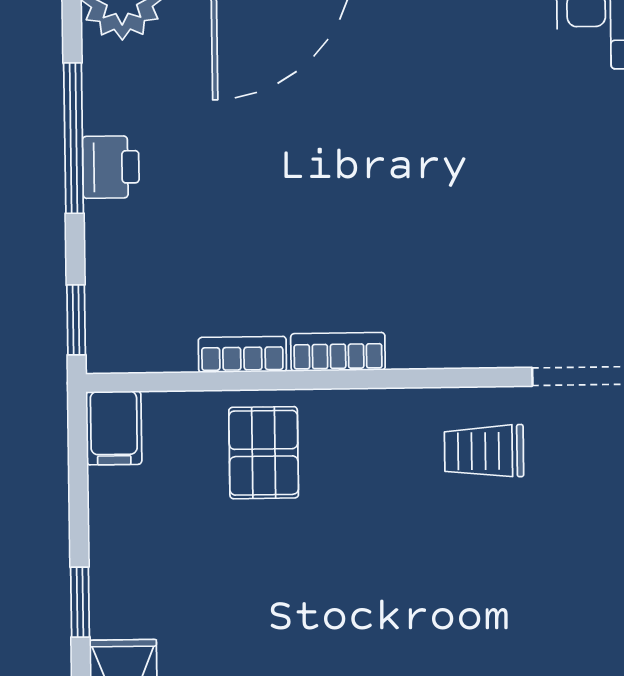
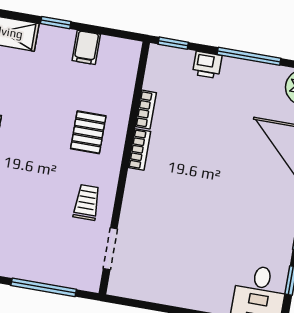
printer: (111, 167) -> (207, 65), moved
filing cabinet: (114, 428) -> (86, 47), moved, turned -90
pallet: (264, 453) -> (88, 132), moved, turned 90

